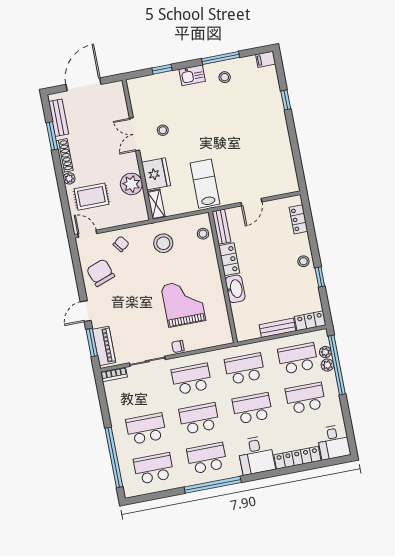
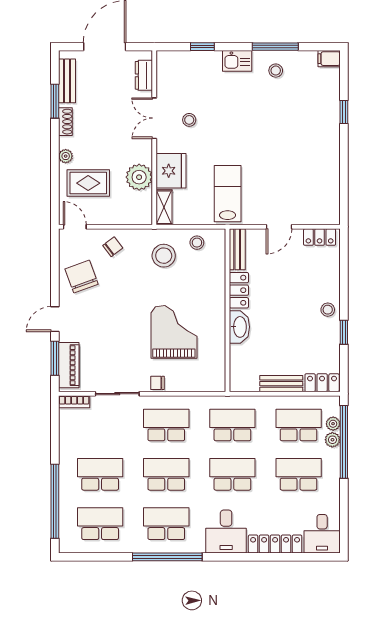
dresser: (119, 101) -> (144, 75), added
shoe rack: (65, 156) -> (65, 122), width x0.70
locker: (299, 219) -> (320, 237), moved, turned -90
stool: (203, 234) -> (197, 243), moved

